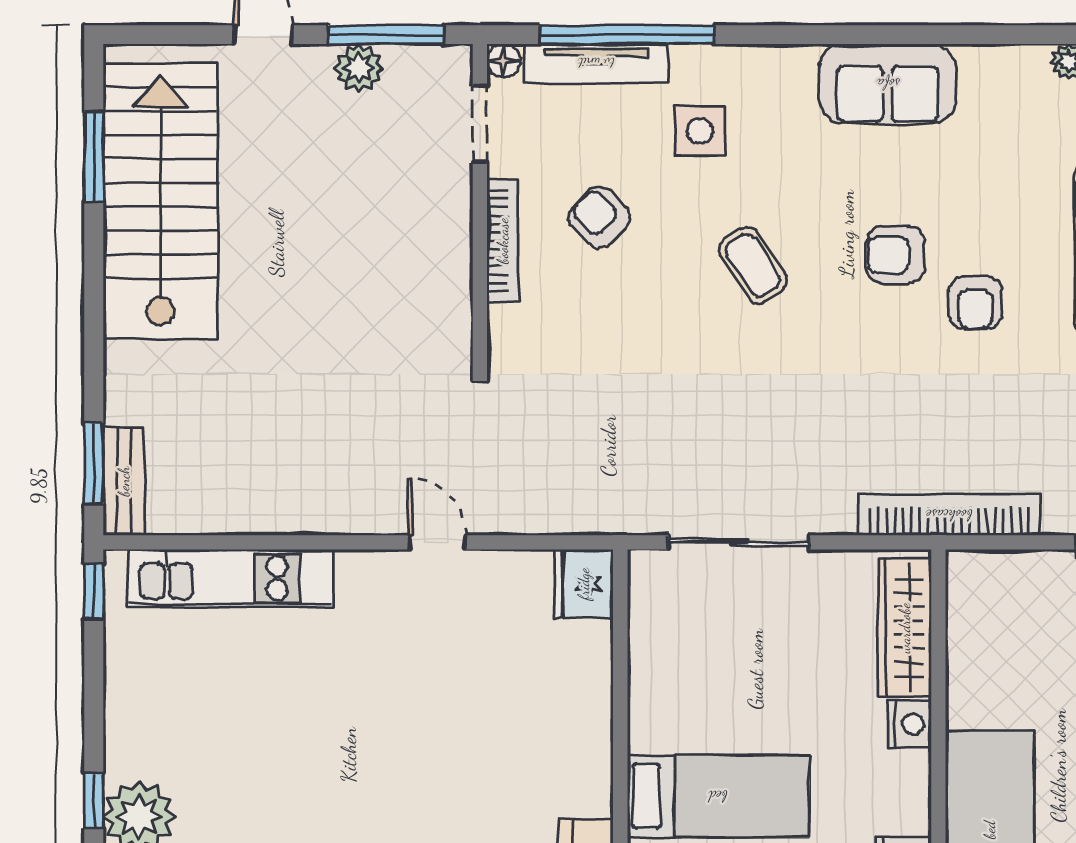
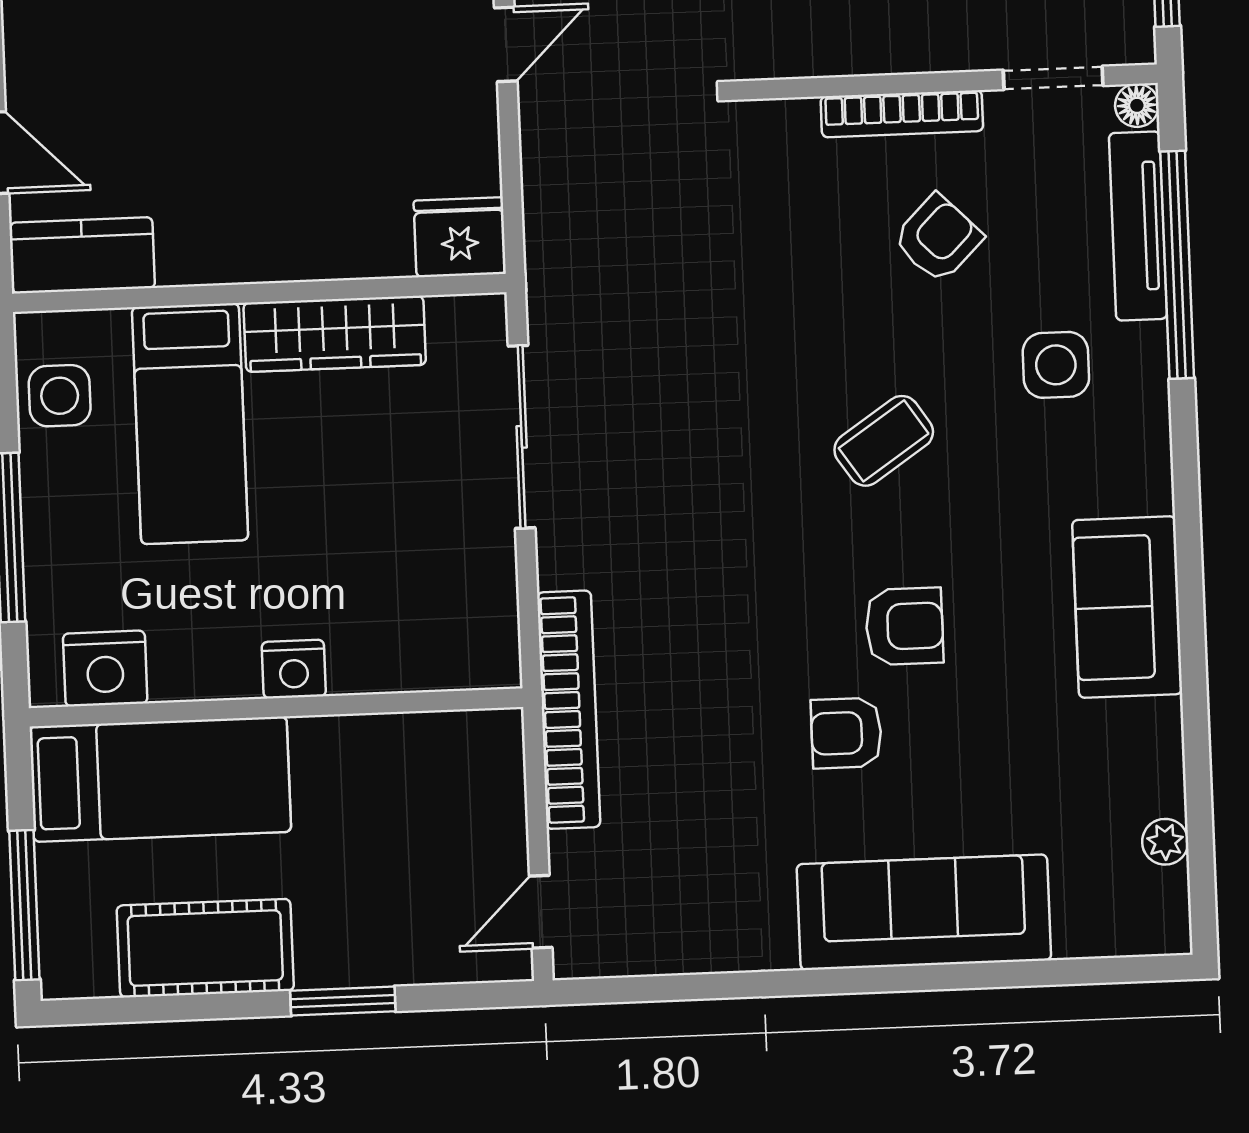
armchair: (896, 255) -> (904, 626), turned 90
wardrobe: (905, 628) -> (335, 334), moved, turned 180

